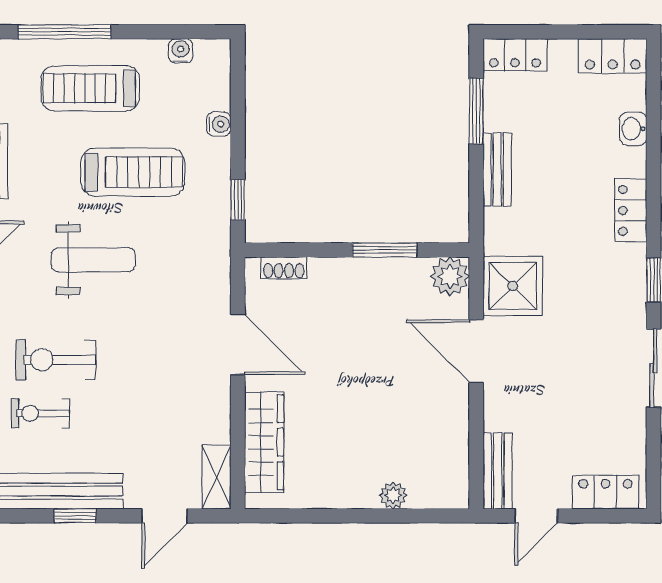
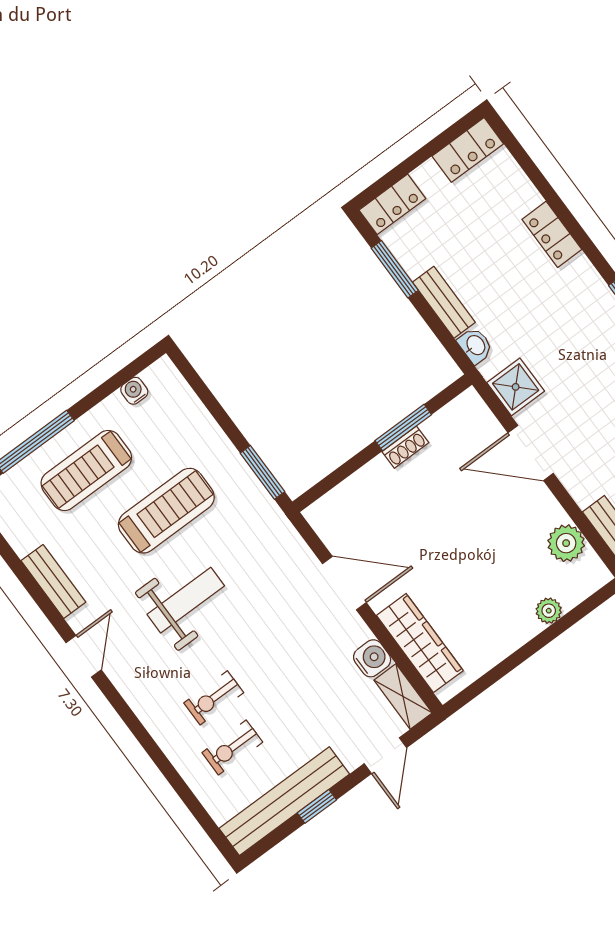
water cooler: (219, 124) -> (372, 658), moved, width x1.38, depth x1.38
washbasin: (633, 129) -> (475, 346), moved, turned 180
window: (238, 200) -> (262, 472), width x1.50
locker: (631, 210) -> (552, 234), moved
shoe rack: (284, 268) -> (405, 447), moved
plant: (450, 276) -> (566, 543), moved
shower: (513, 286) -> (516, 387), width x0.73, depth x0.73
exercise bike: (56, 360) -> (214, 698), width x0.73, depth x0.72

